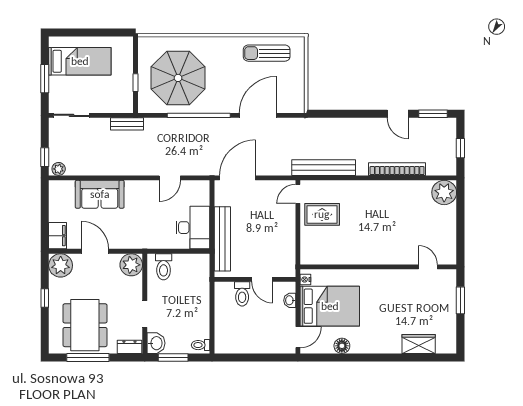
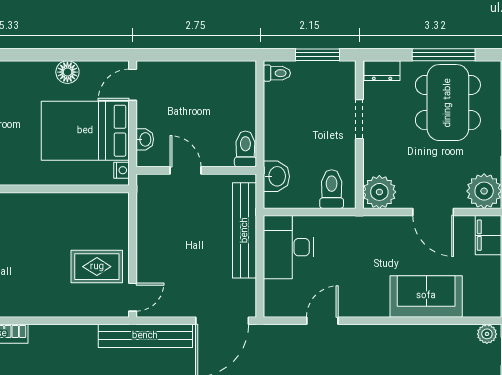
bench: (324, 168) -> (145, 336), moved
toilet: (242, 294) -> (245, 149), moved
washbasin: (156, 343) -> (276, 176), moved, turned 180

